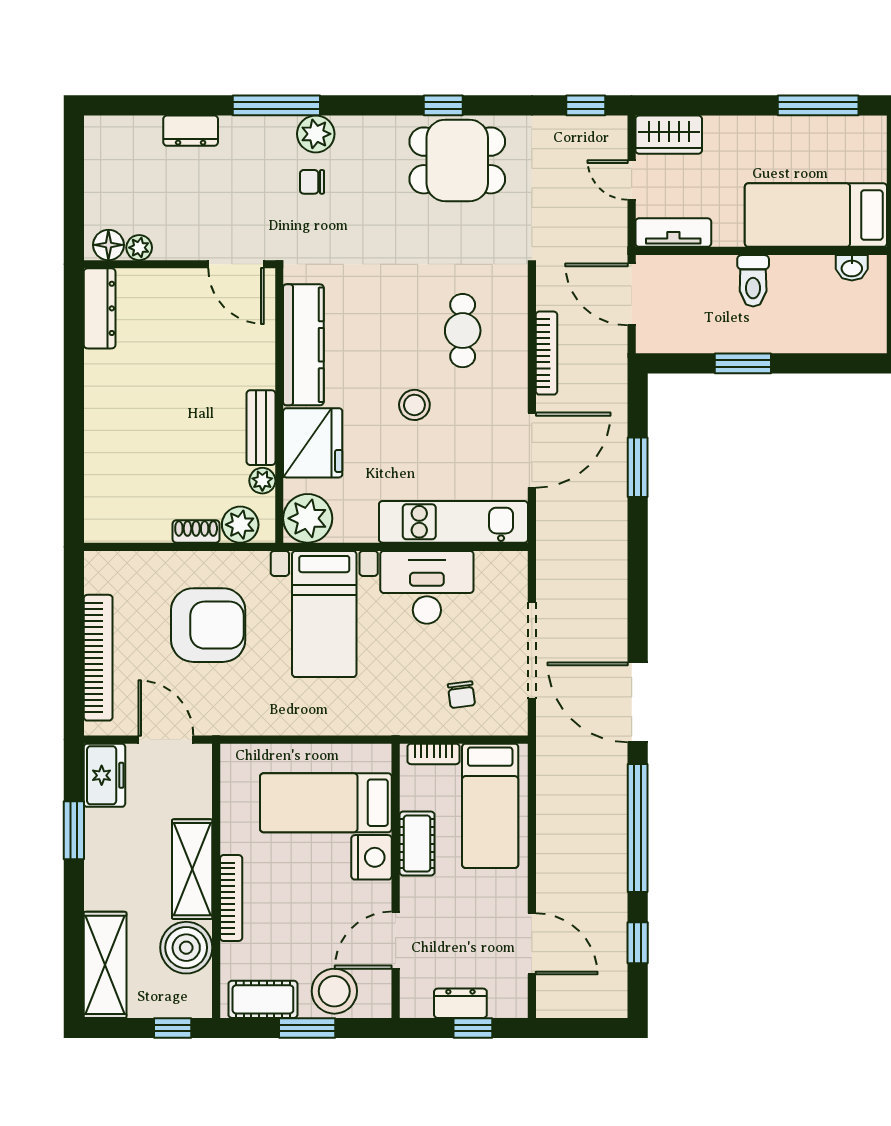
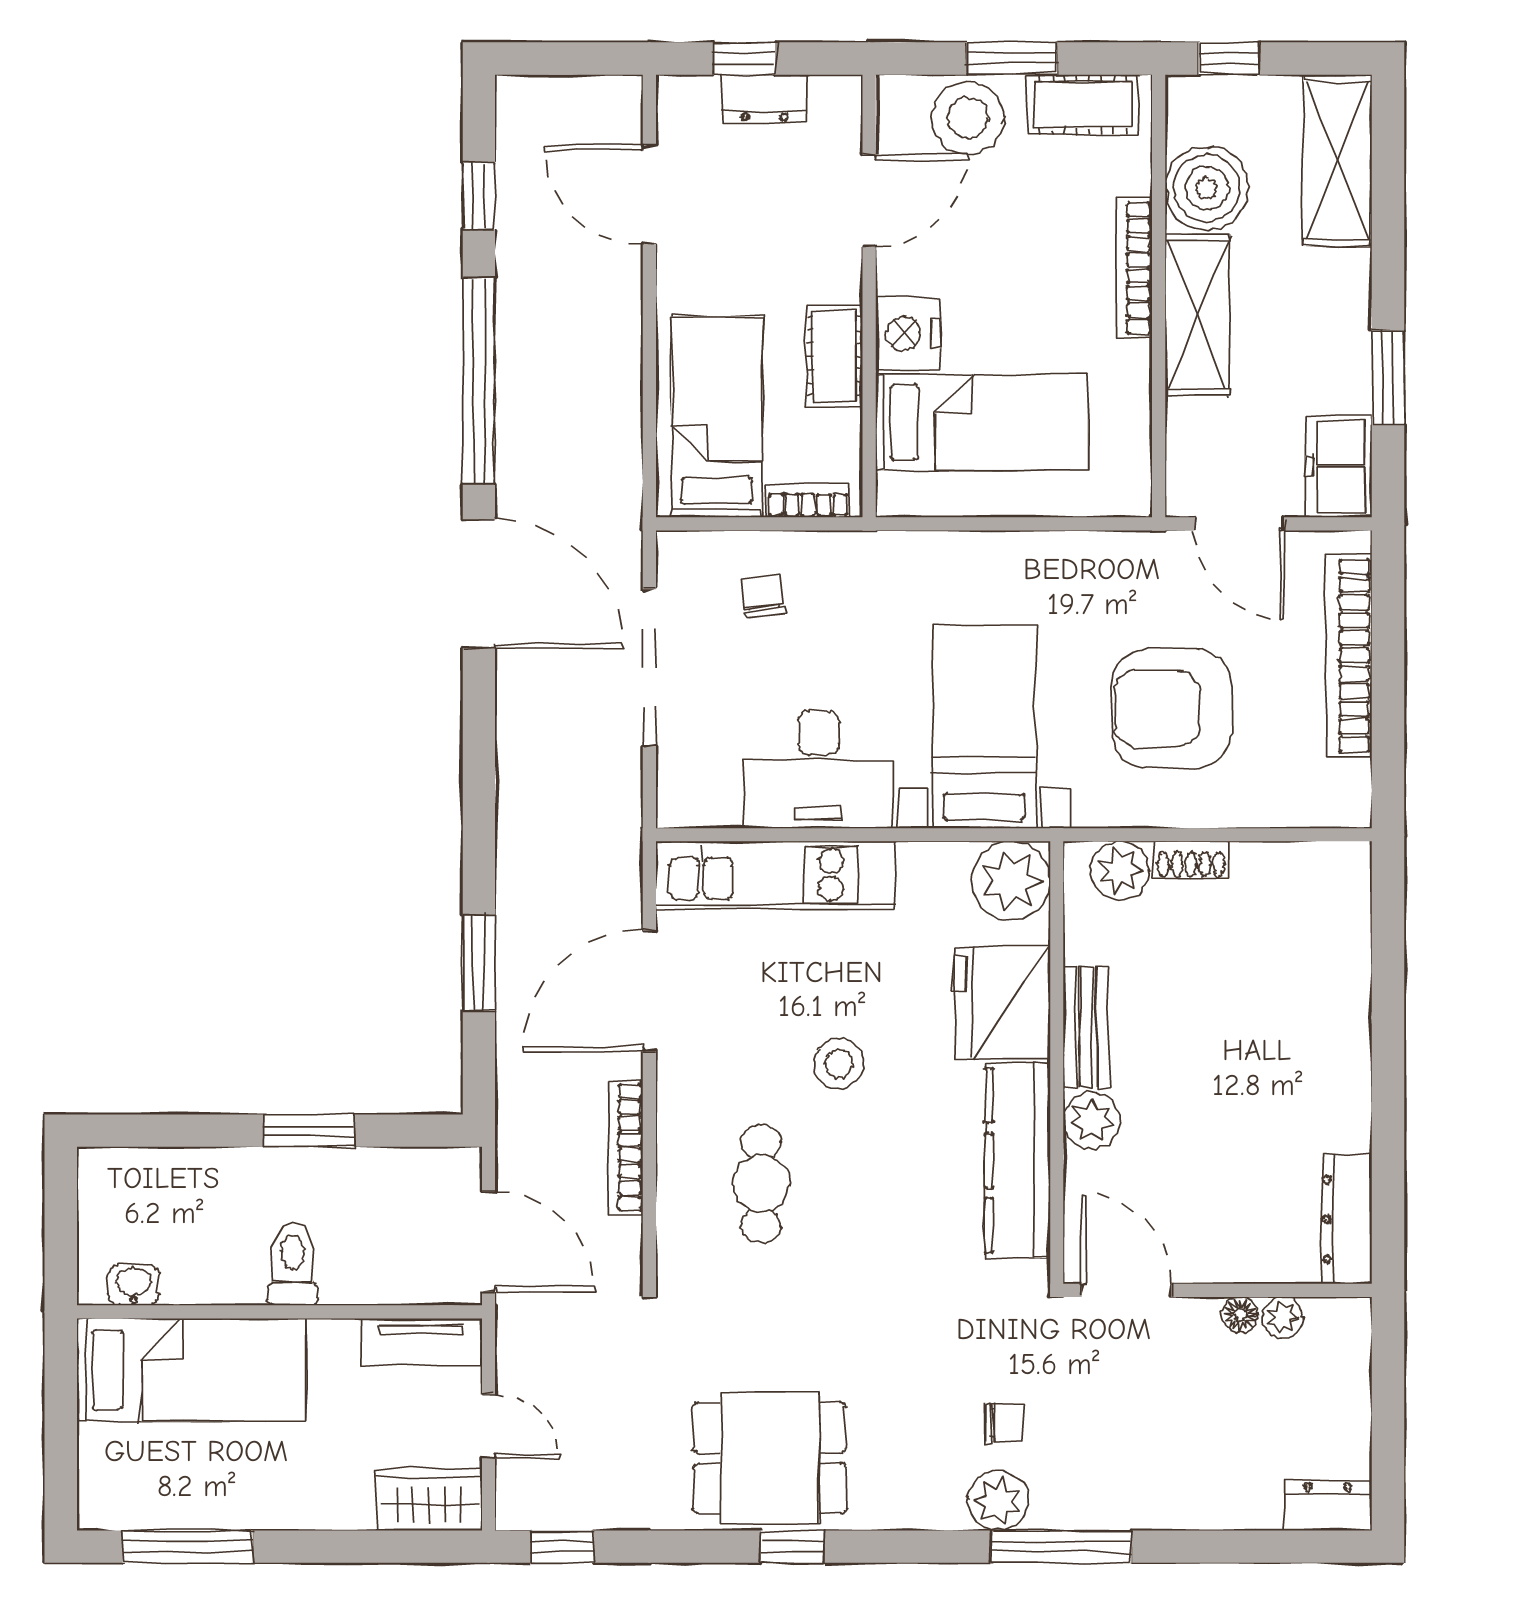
dresser: (191, 131) -> (1328, 1506), moved
floor lamp: (108, 245) -> (1240, 1315), moved, width x0.73, depth x0.73
plant: (262, 481) -> (1092, 1120), moved, width x1.38, depth x1.38

